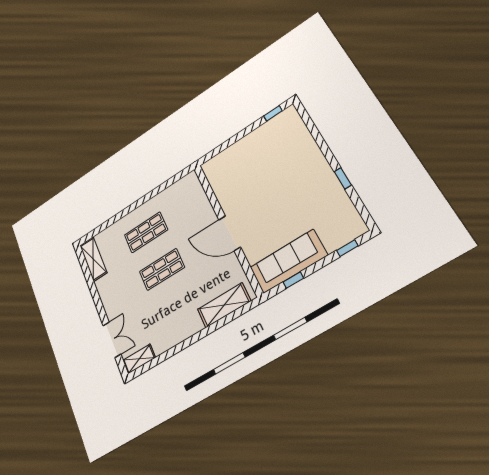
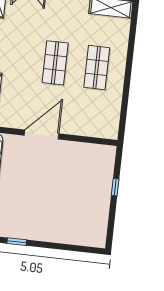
window: (273, 113) -> (115, 187), moved

